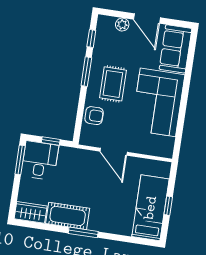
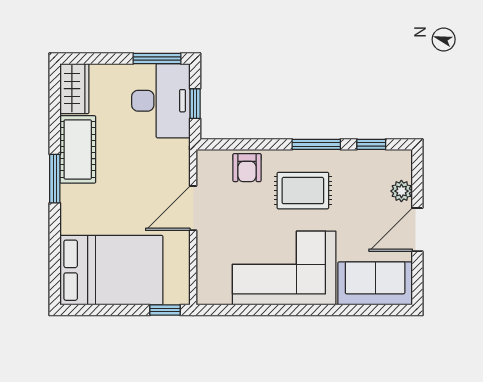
desk: (40, 160) -> (161, 101), width x1.37
window: (168, 206) -> (165, 310), moved
bed: (150, 208) -> (111, 270), width x1.50

